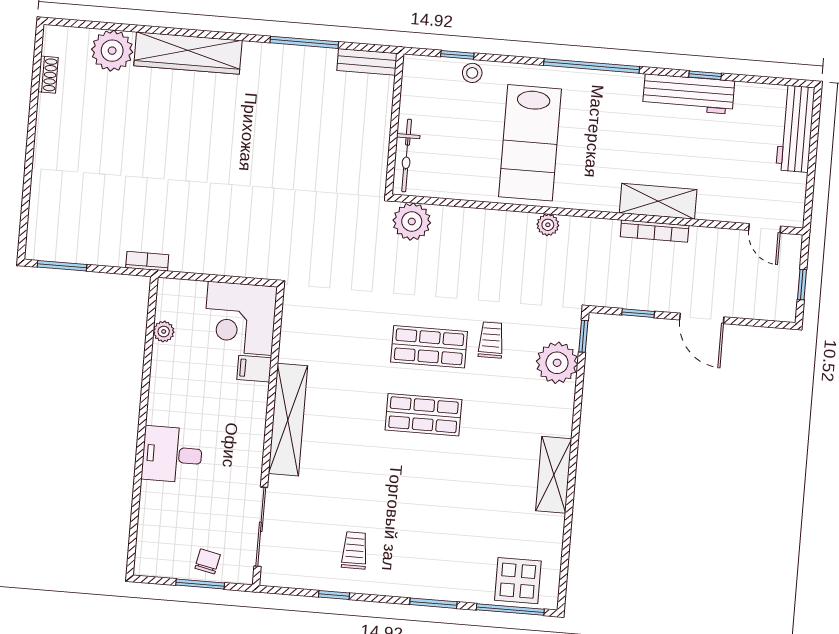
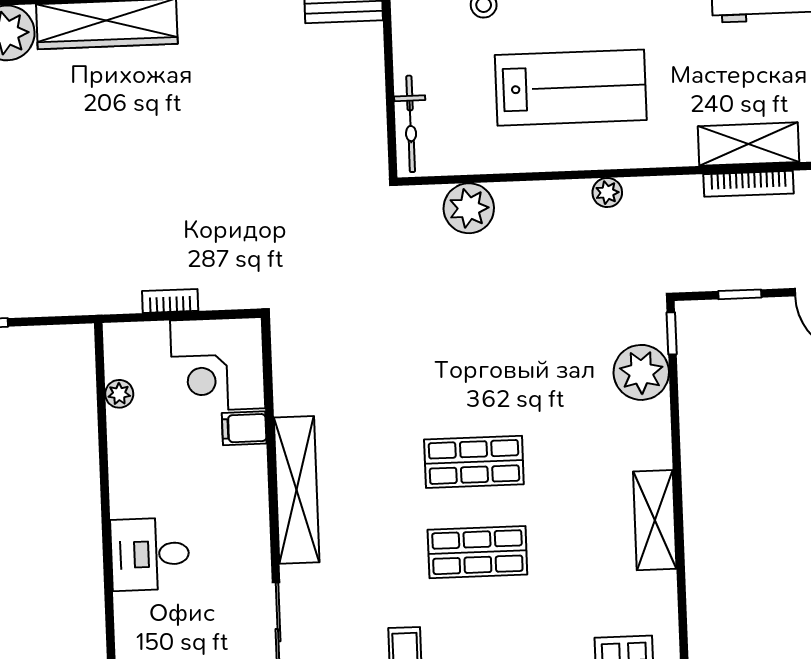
lab bench: (530, 143) -> (571, 88), turned -90
plant: (412, 222) -> (469, 208), moved
bookcase: (147, 261) -> (170, 301), moved
trolley: (491, 340) -> (551, 353), removed
shop shelf: (429, 347) -> (477, 552), moved

